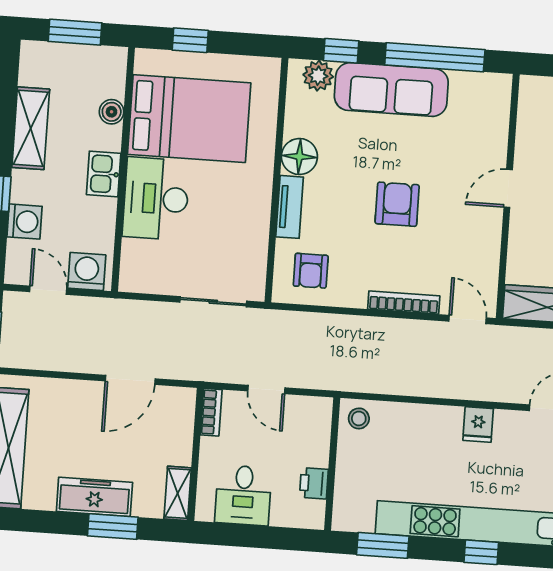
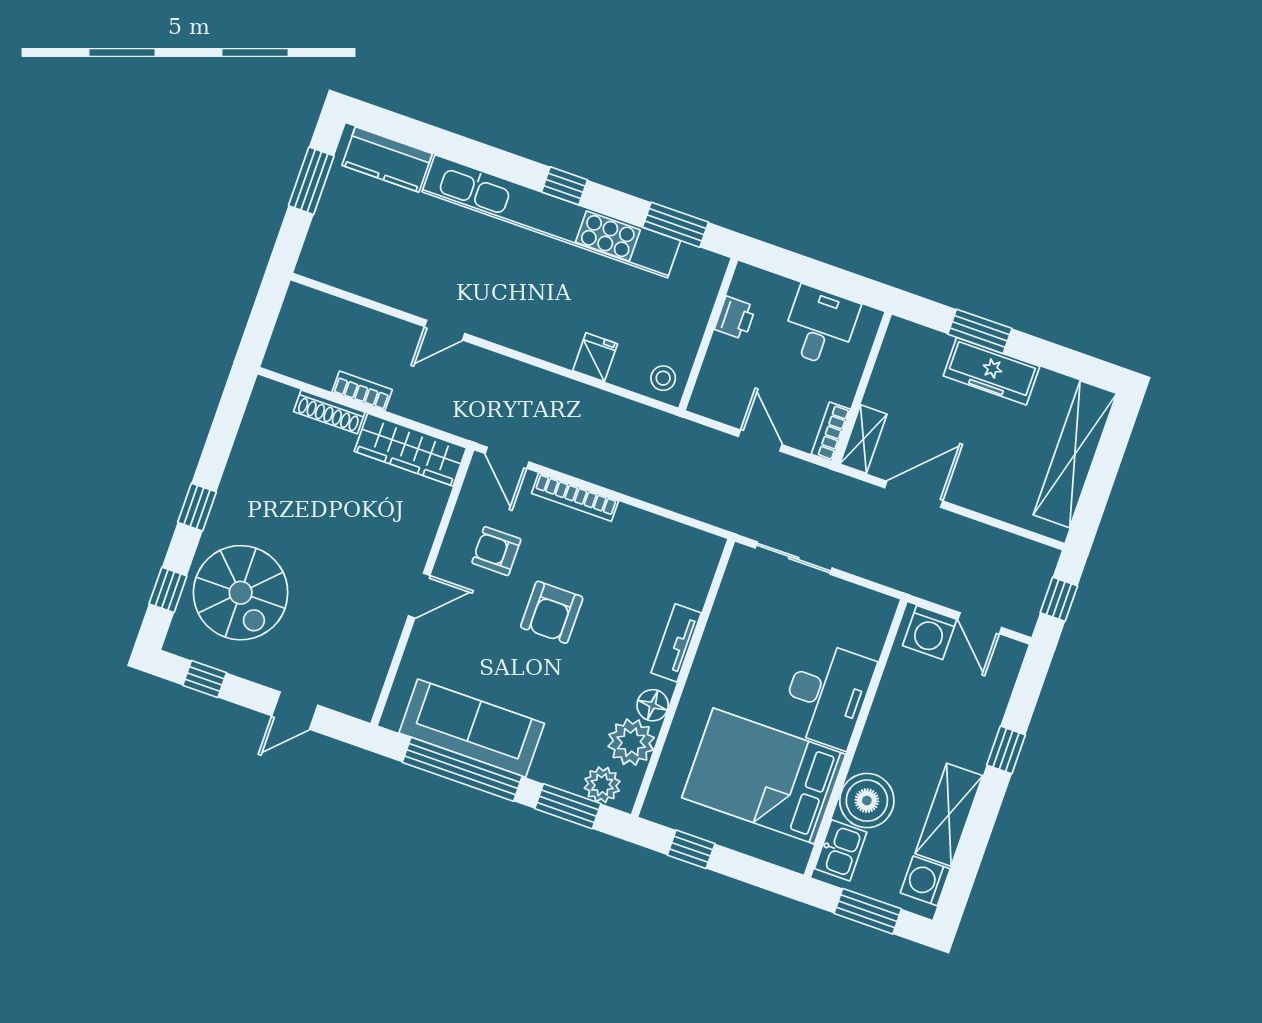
window: (190, 40) -> (691, 849), moved
window: (341, 51) -> (568, 806), width x1.50
sofa: (391, 89) -> (472, 728), moved
boiler: (112, 112) -> (867, 801), width x1.86, depth x1.86
plant: (304, 117) -> (631, 742), added
floor lamp: (299, 157) -> (653, 705), width x0.73, depth x0.73
kitchen sink: (104, 174) -> (841, 850), moved
washing machine: (25, 222) -> (925, 881), moved
armchair: (311, 271) -> (496, 551), moved, turned -90
fridge: (478, 424) -> (595, 357), moved
shelving: (178, 493) -> (863, 439), moved

